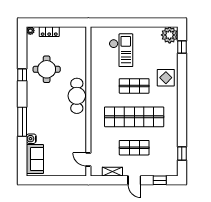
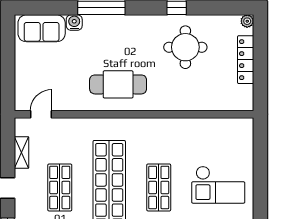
locker: (49, 32) -> (246, 60), width x1.53
checkout: (121, 50) -> (218, 185), moved
cafe table: (77, 96) -> (118, 84), moved

